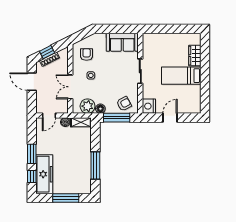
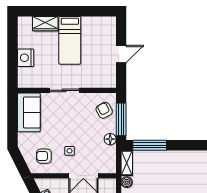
plant: (88, 106) -> (107, 155), removed
nightstand: (149, 106) -> (26, 58), moved, turned 90
door: (170, 118) -> (121, 54), swing flipped
window: (95, 166) -> (150, 145), moved

